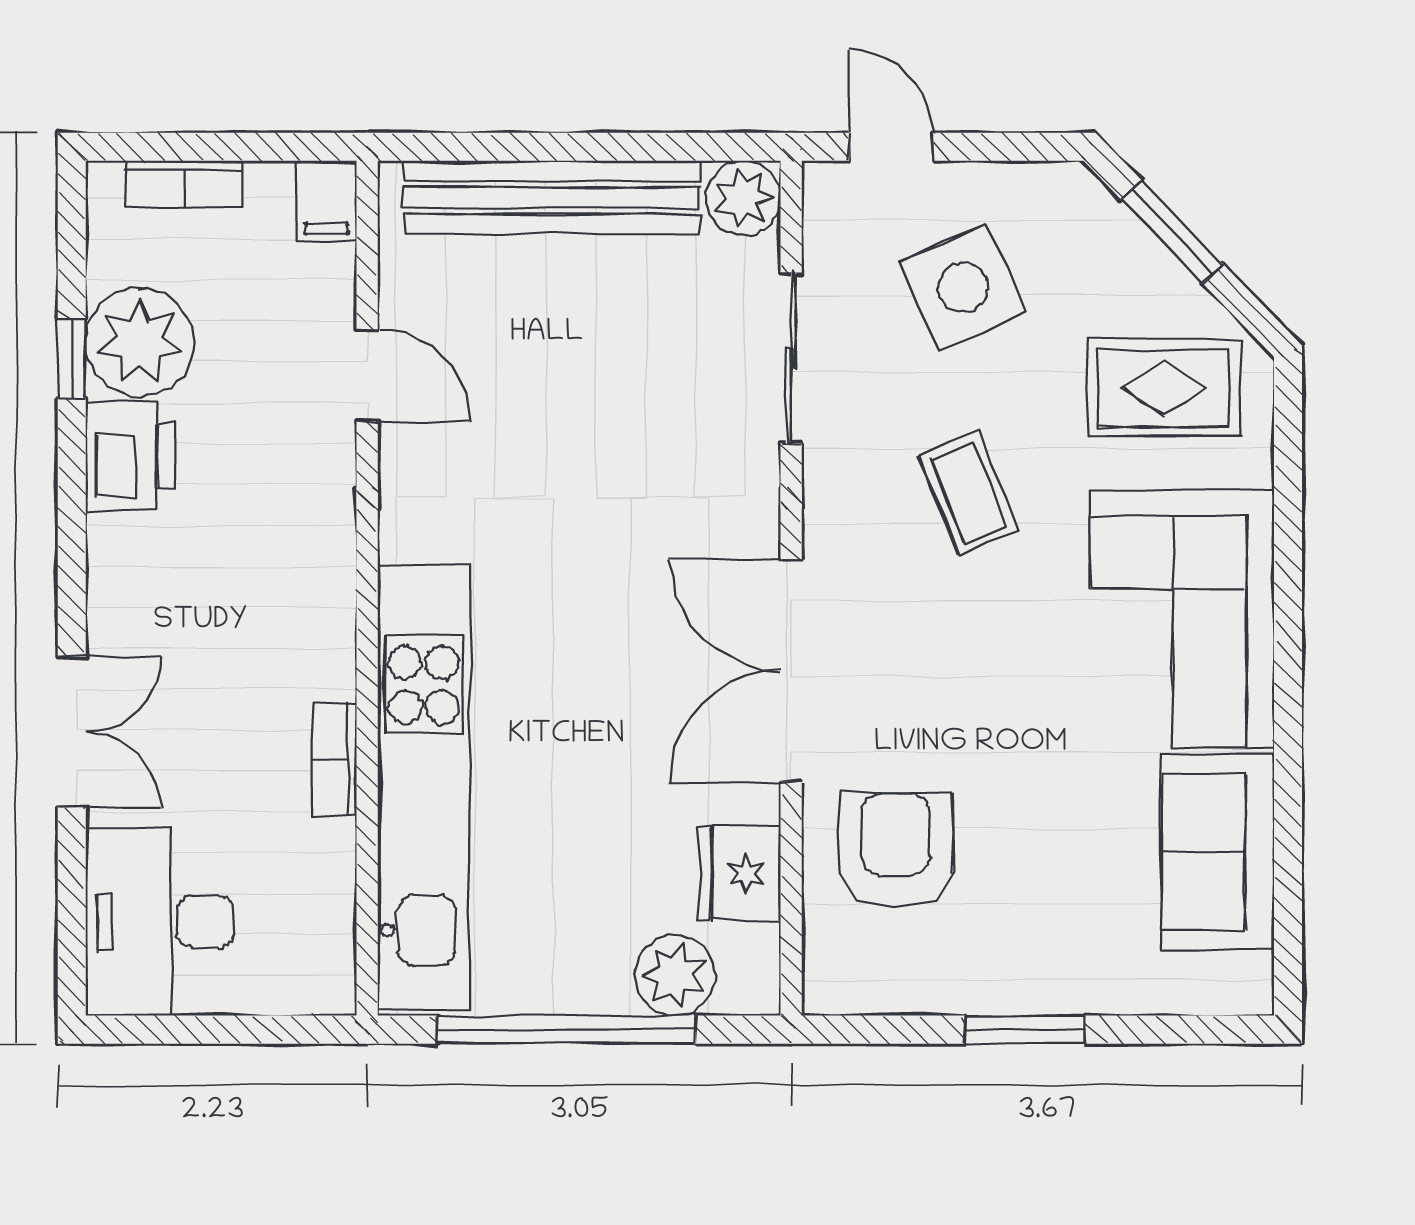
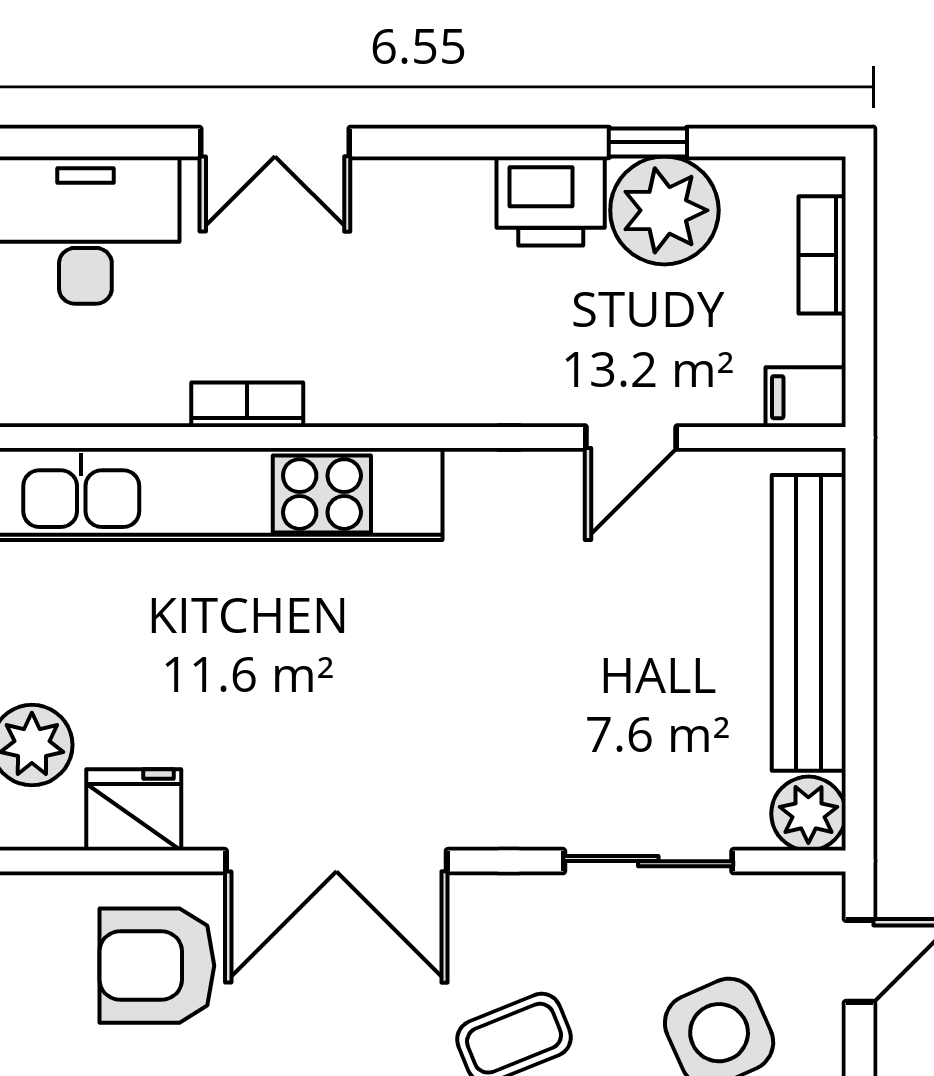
double door: (791, 671) -> (336, 861), swing flipped
armchair: (896, 850) -> (157, 966), turned 180

